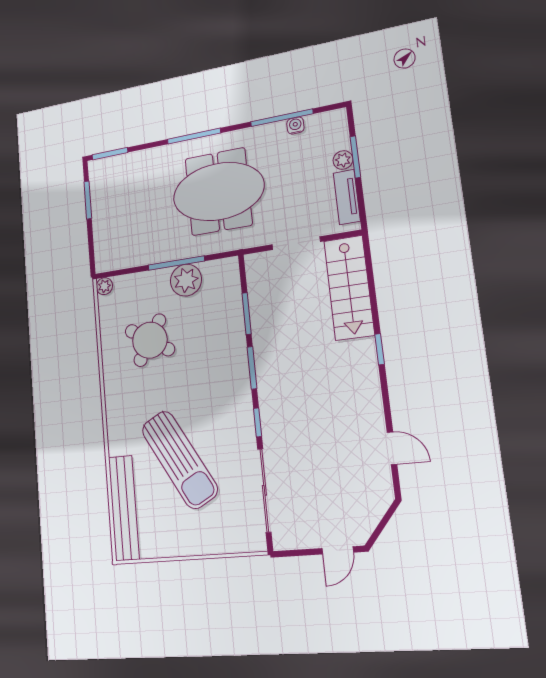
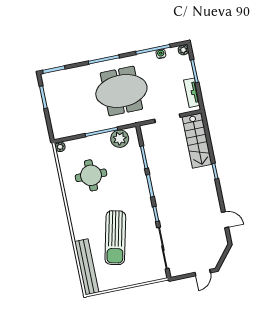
plant: (343, 160) -> (183, 50), moved
plant: (186, 280) -> (120, 139), moved
round table: (150, 340) -> (91, 175), turned -32
sun lounger: (179, 460) -> (115, 238), turned 42

